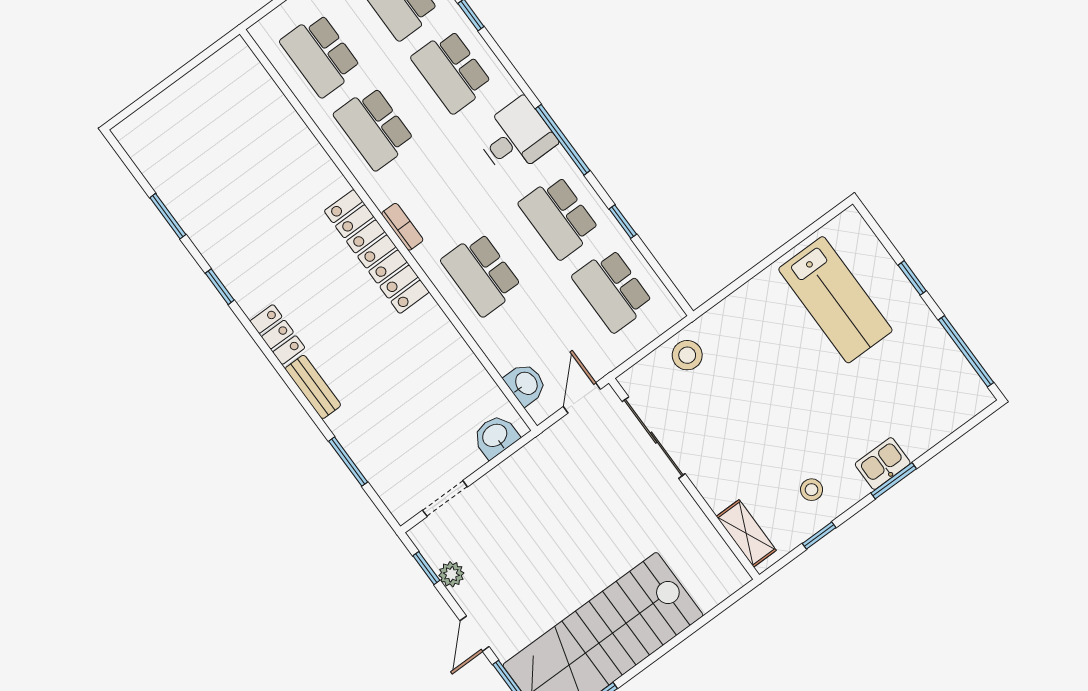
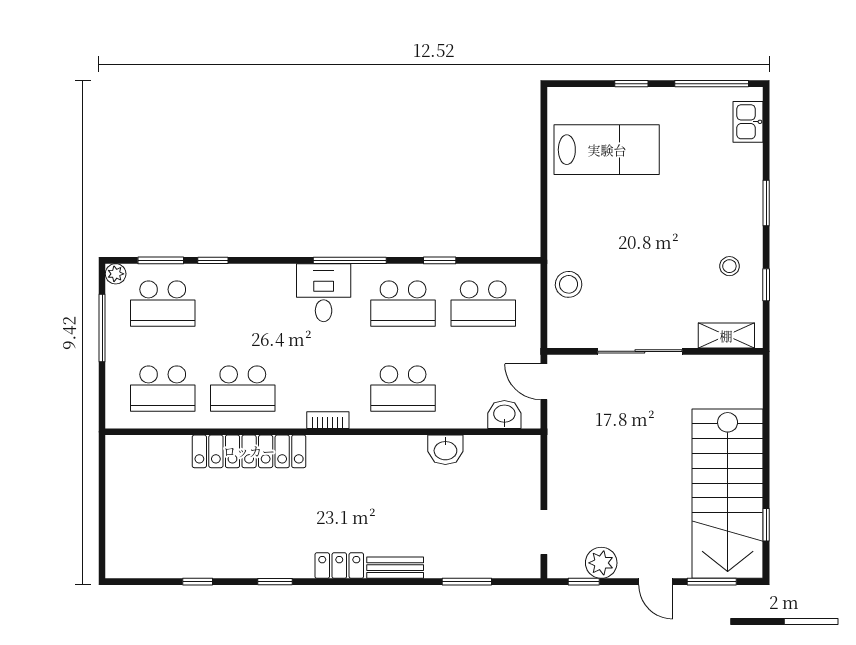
school desk: (452, 71) -> (243, 304), removed
window: (168, 216) -> (198, 582), width x0.67
locker: (377, 252) -> (249, 451), moved
washbasin: (495, 436) -> (445, 450), moved, turned -90
sliding door: (654, 438) -> (640, 351), moved
kitchen sink: (883, 464) -> (748, 122), moved
plant: (451, 574) -> (601, 563), width x1.38, depth x1.38

